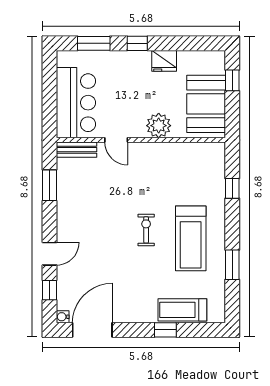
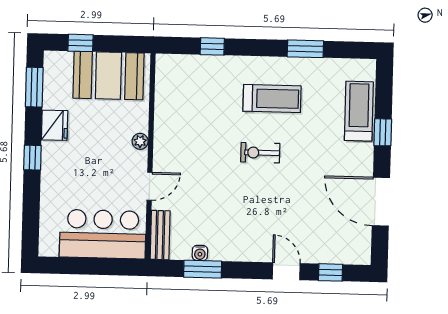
window: (94, 43) -> (34, 87), moved
plant: (159, 126) -> (140, 141), width x0.53, depth x0.53
treadmill: (191, 238) -> (272, 99), width x0.73, depth x0.73
treadmill: (182, 310) -> (359, 111), turned 180
water cooler: (63, 317) -> (200, 253), moved
door: (92, 330) -> (381, 202), moved

